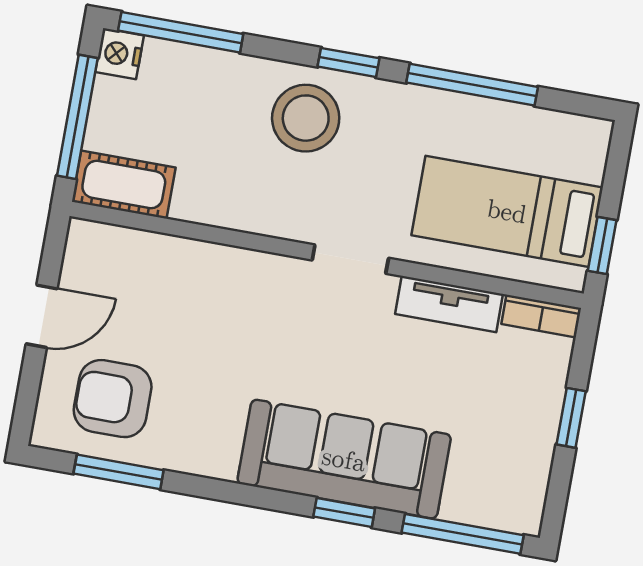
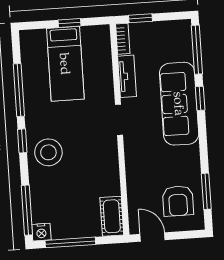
cot: (124, 185) -> (112, 216), moved
wall: (327, 255) -> (120, 129), moved
doorway: (350, 259) -> (119, 120), moved
tv unit: (449, 304) -> (127, 76), moved
bookcase: (541, 316) -> (123, 39), moved

